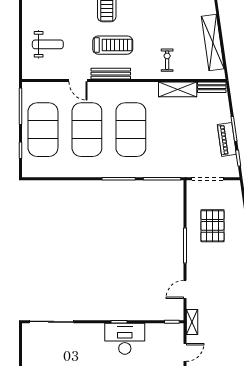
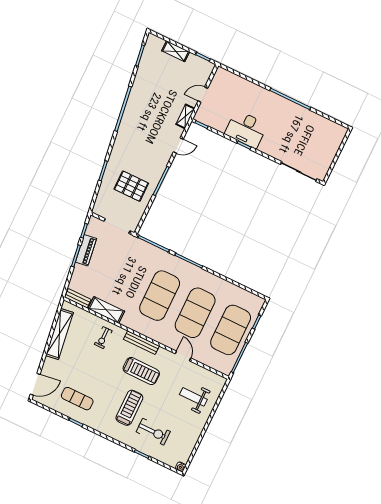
treadmill: (113, 45) -> (141, 371), turned 180
bench: (111, 74) -> (141, 343), moved
pallet: (212, 226) -> (131, 186), turned 90

